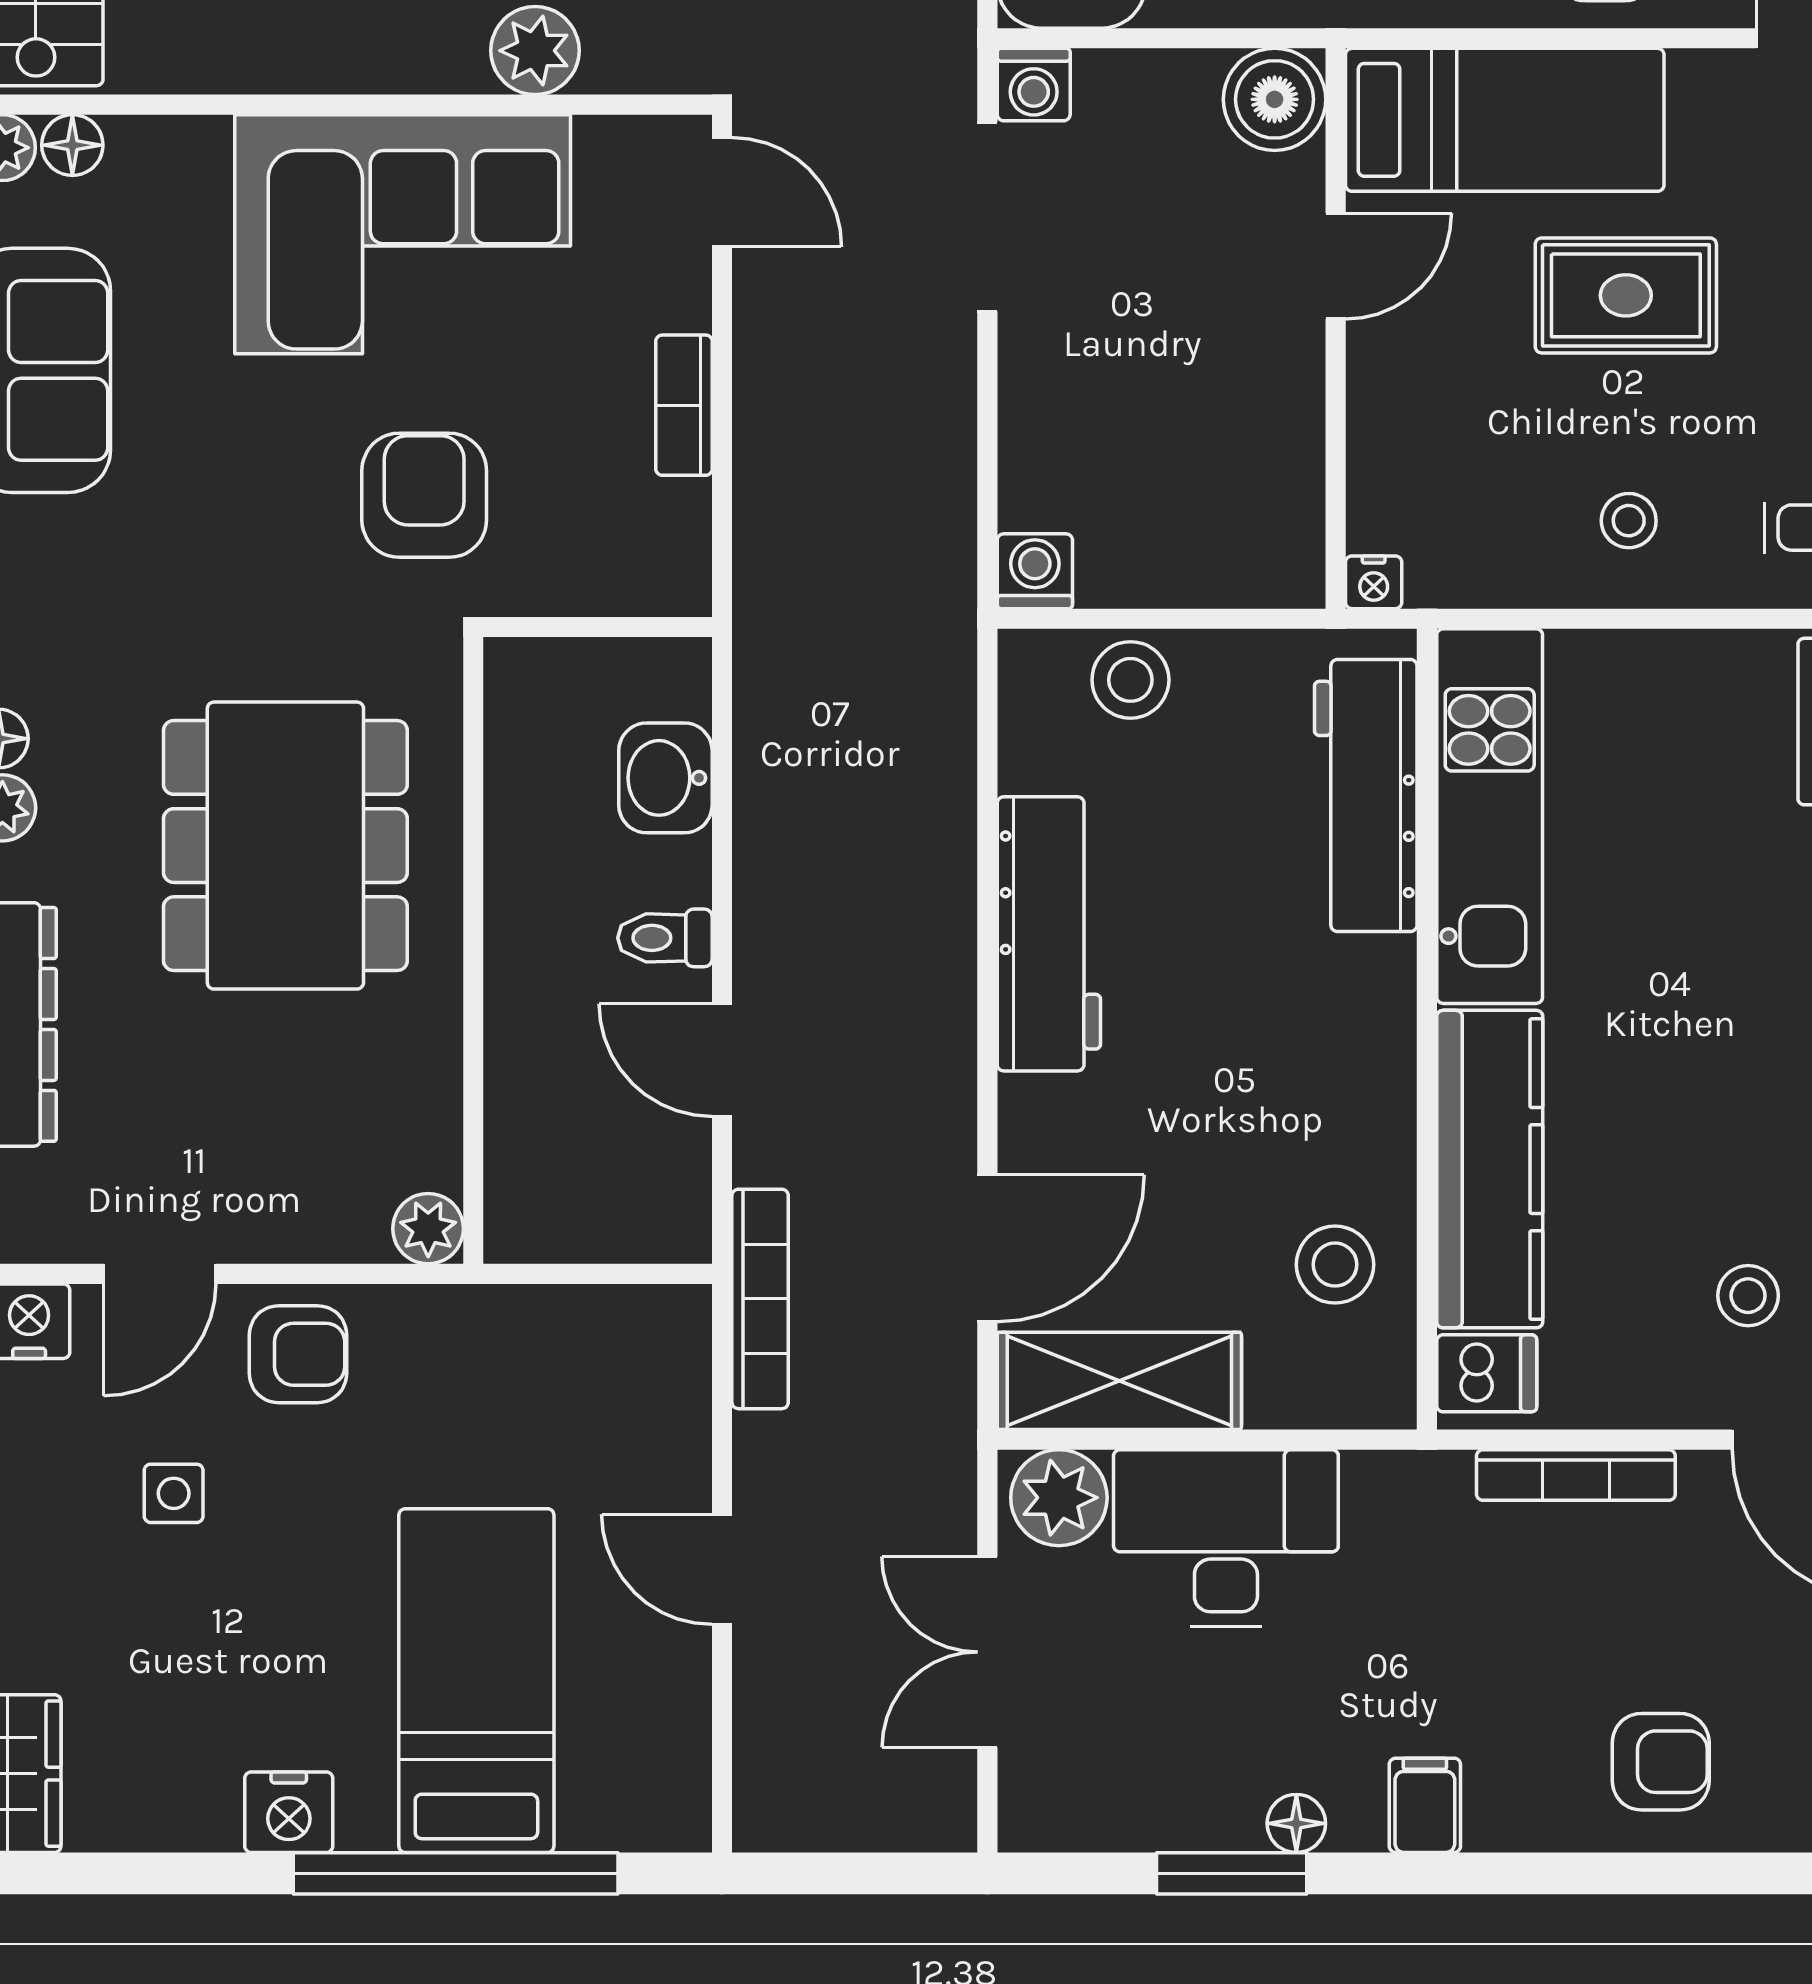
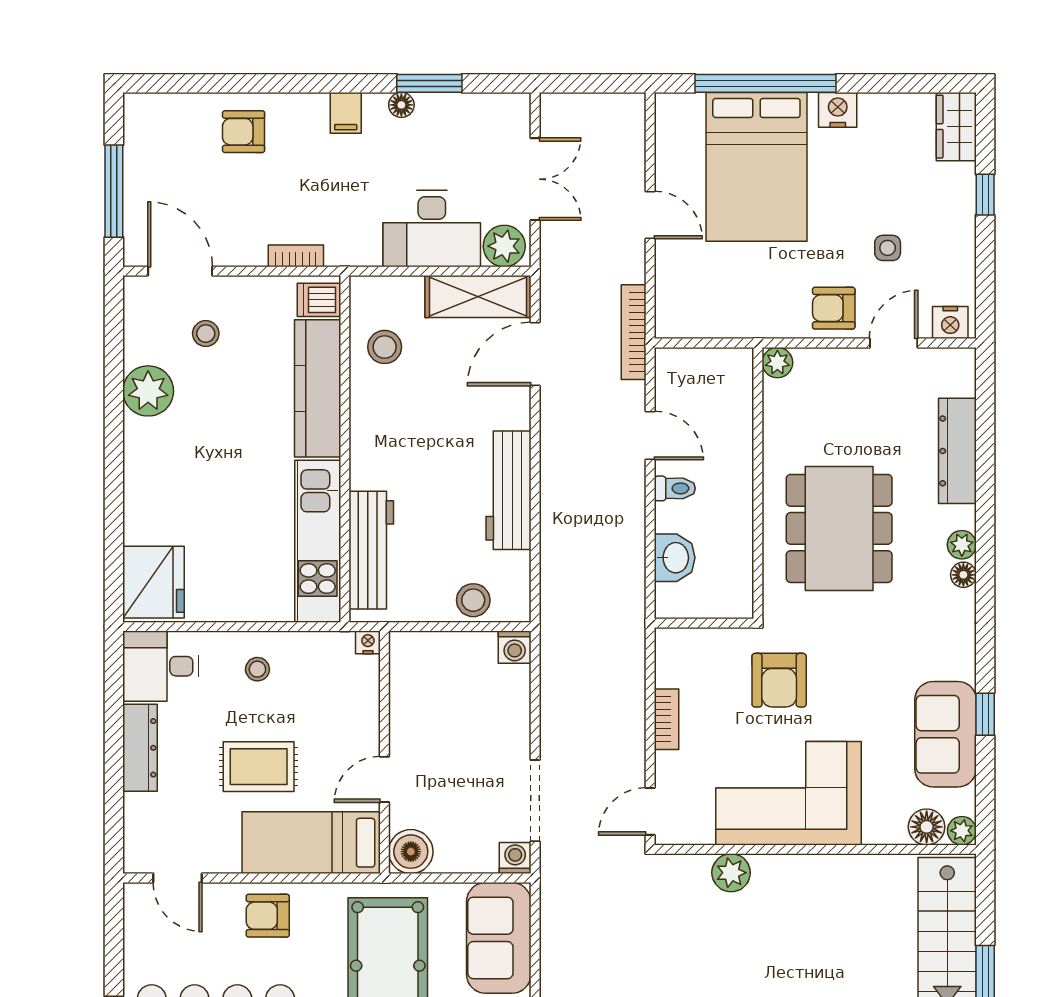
floor lamp: (72, 145) -> (927, 827), width x1.37, depth x1.37
door: (722, 192) -> (650, 811), hinge flipped
bookcase: (1576, 1475) -> (296, 256), width x0.64
bed: (476, 1681) -> (756, 167), width x1.50

